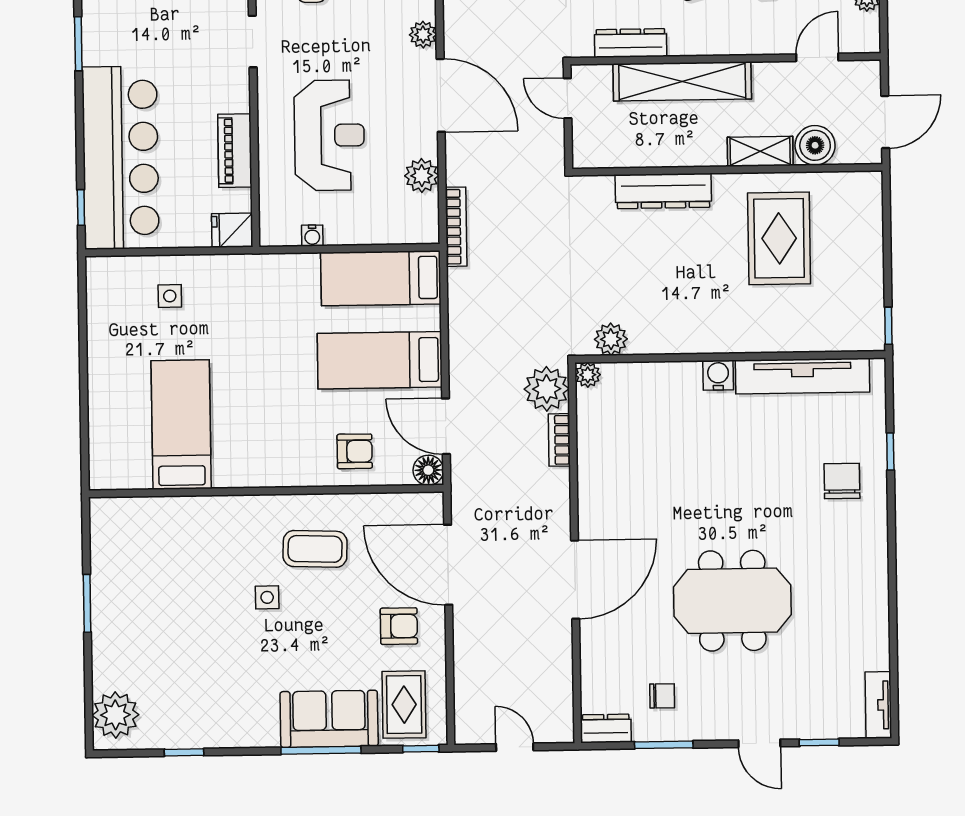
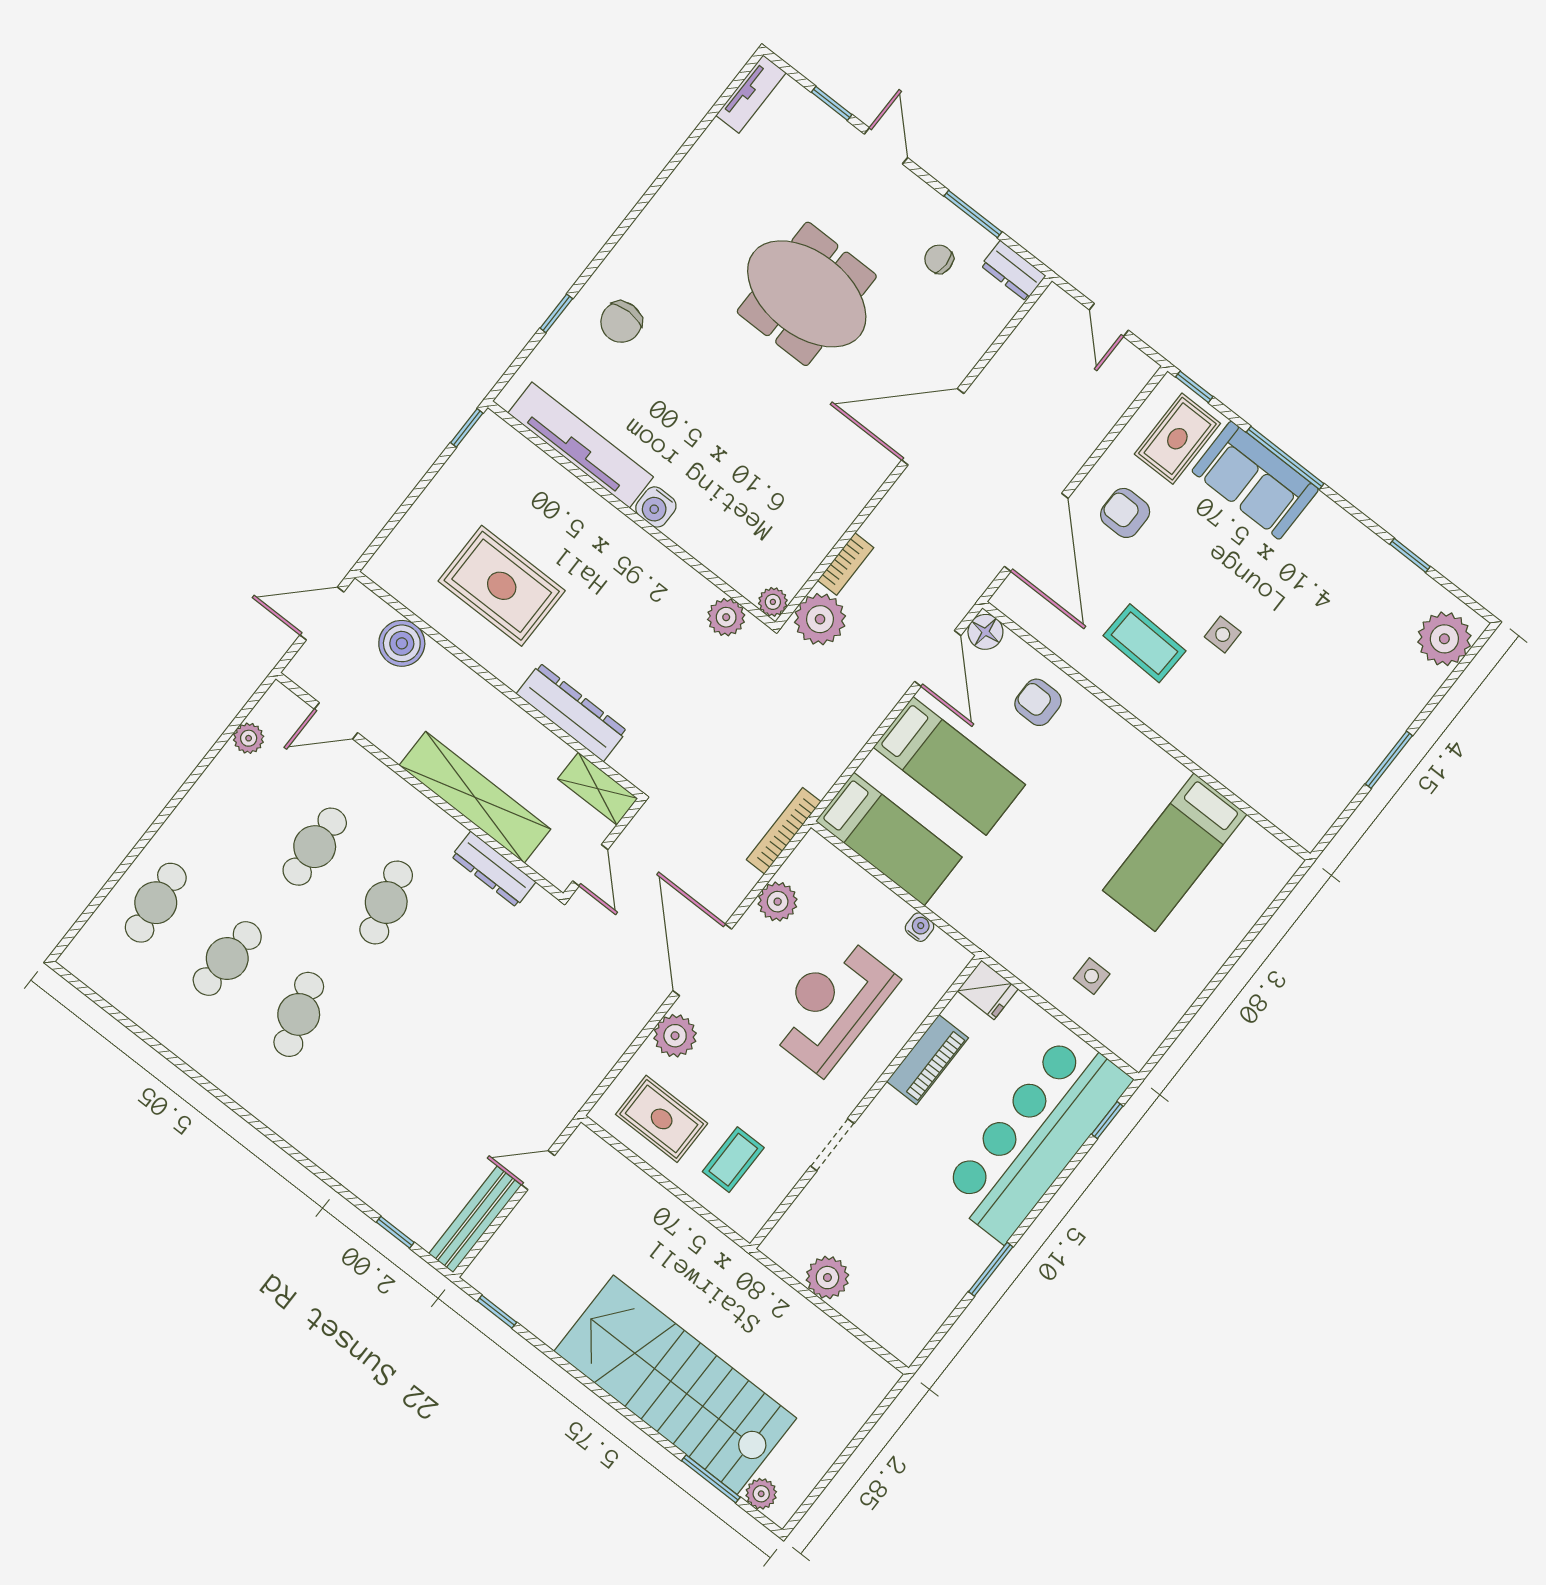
plant: (423, 35) -> (675, 1036), width x1.38, depth x1.38
shelving: (760, 151) -> (598, 789), moved
rug: (779, 238) -> (502, 586), turned 90

